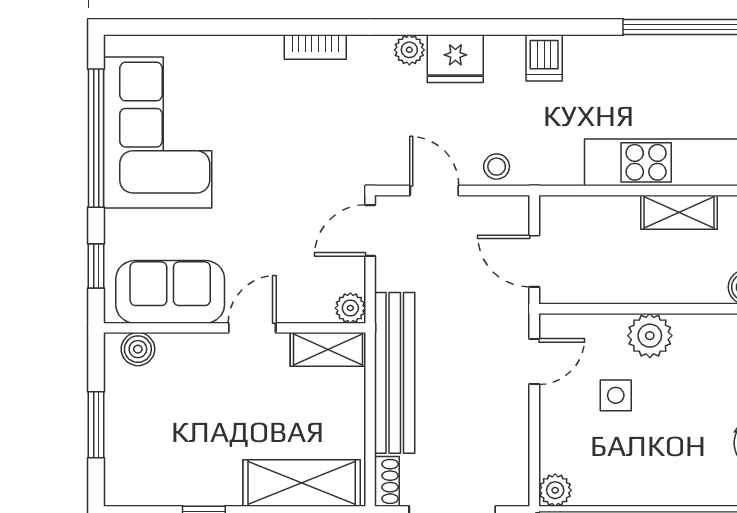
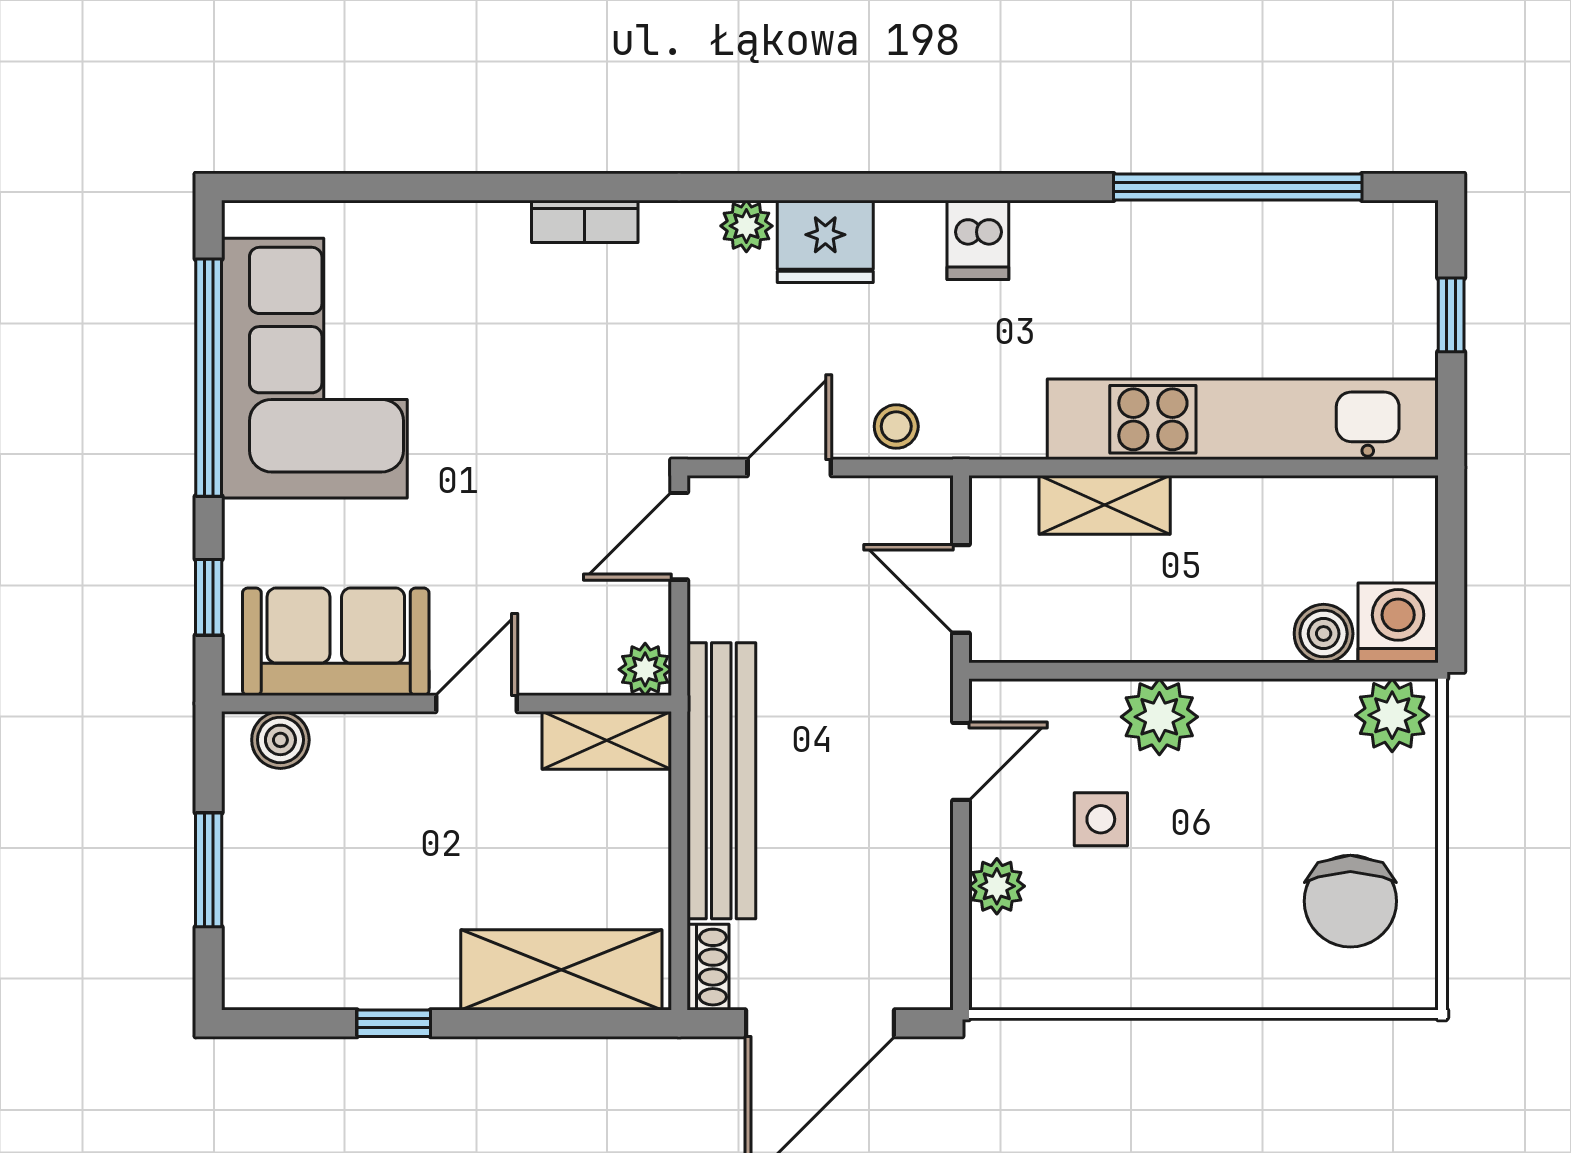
door: (434, 190) -> (789, 468), hinge flipped
shelving: (679, 212) -> (1105, 505), moved
plant: (555, 490) -> (997, 886), moved

